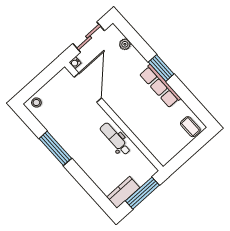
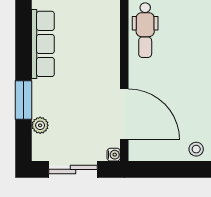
window: (161, 68) -> (24, 100), moved
door: (88, 88) -> (124, 114), swing flipped

